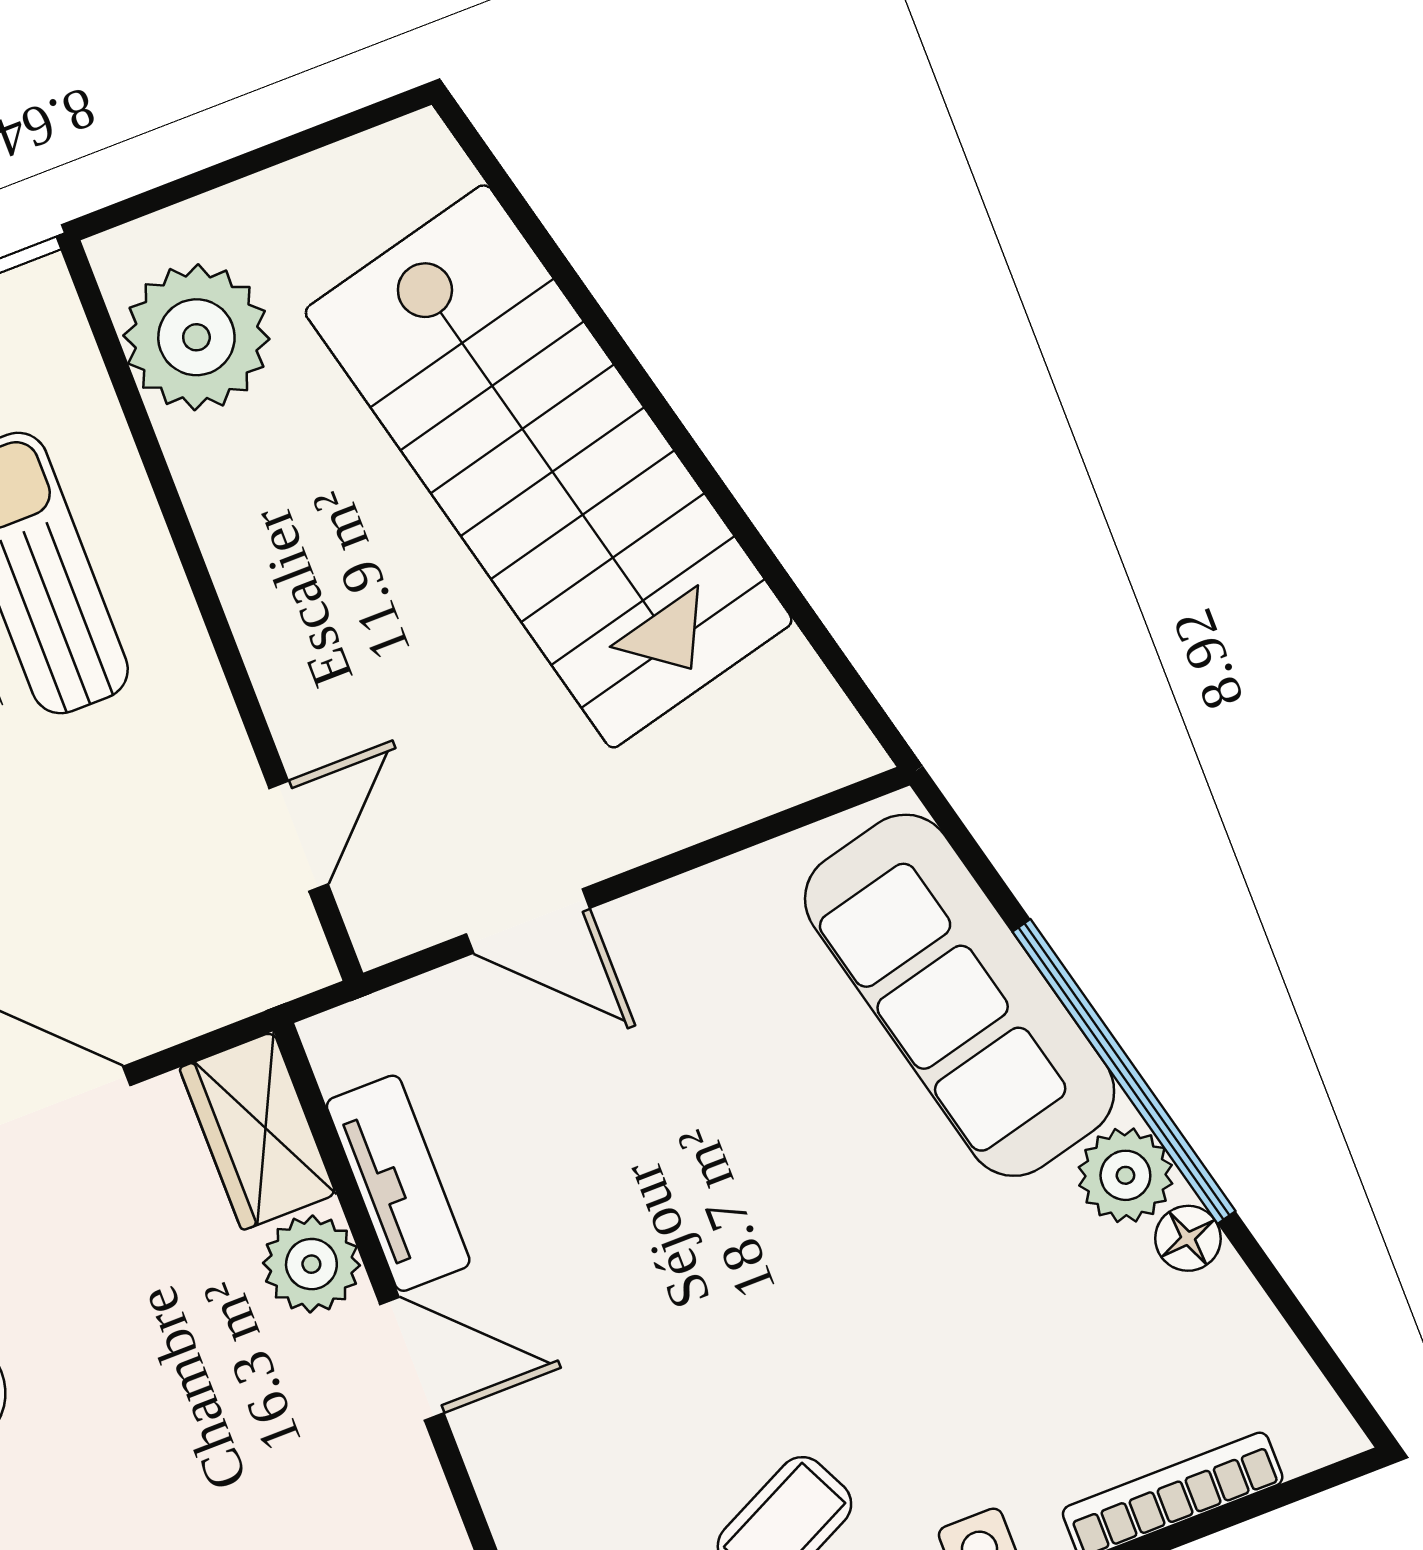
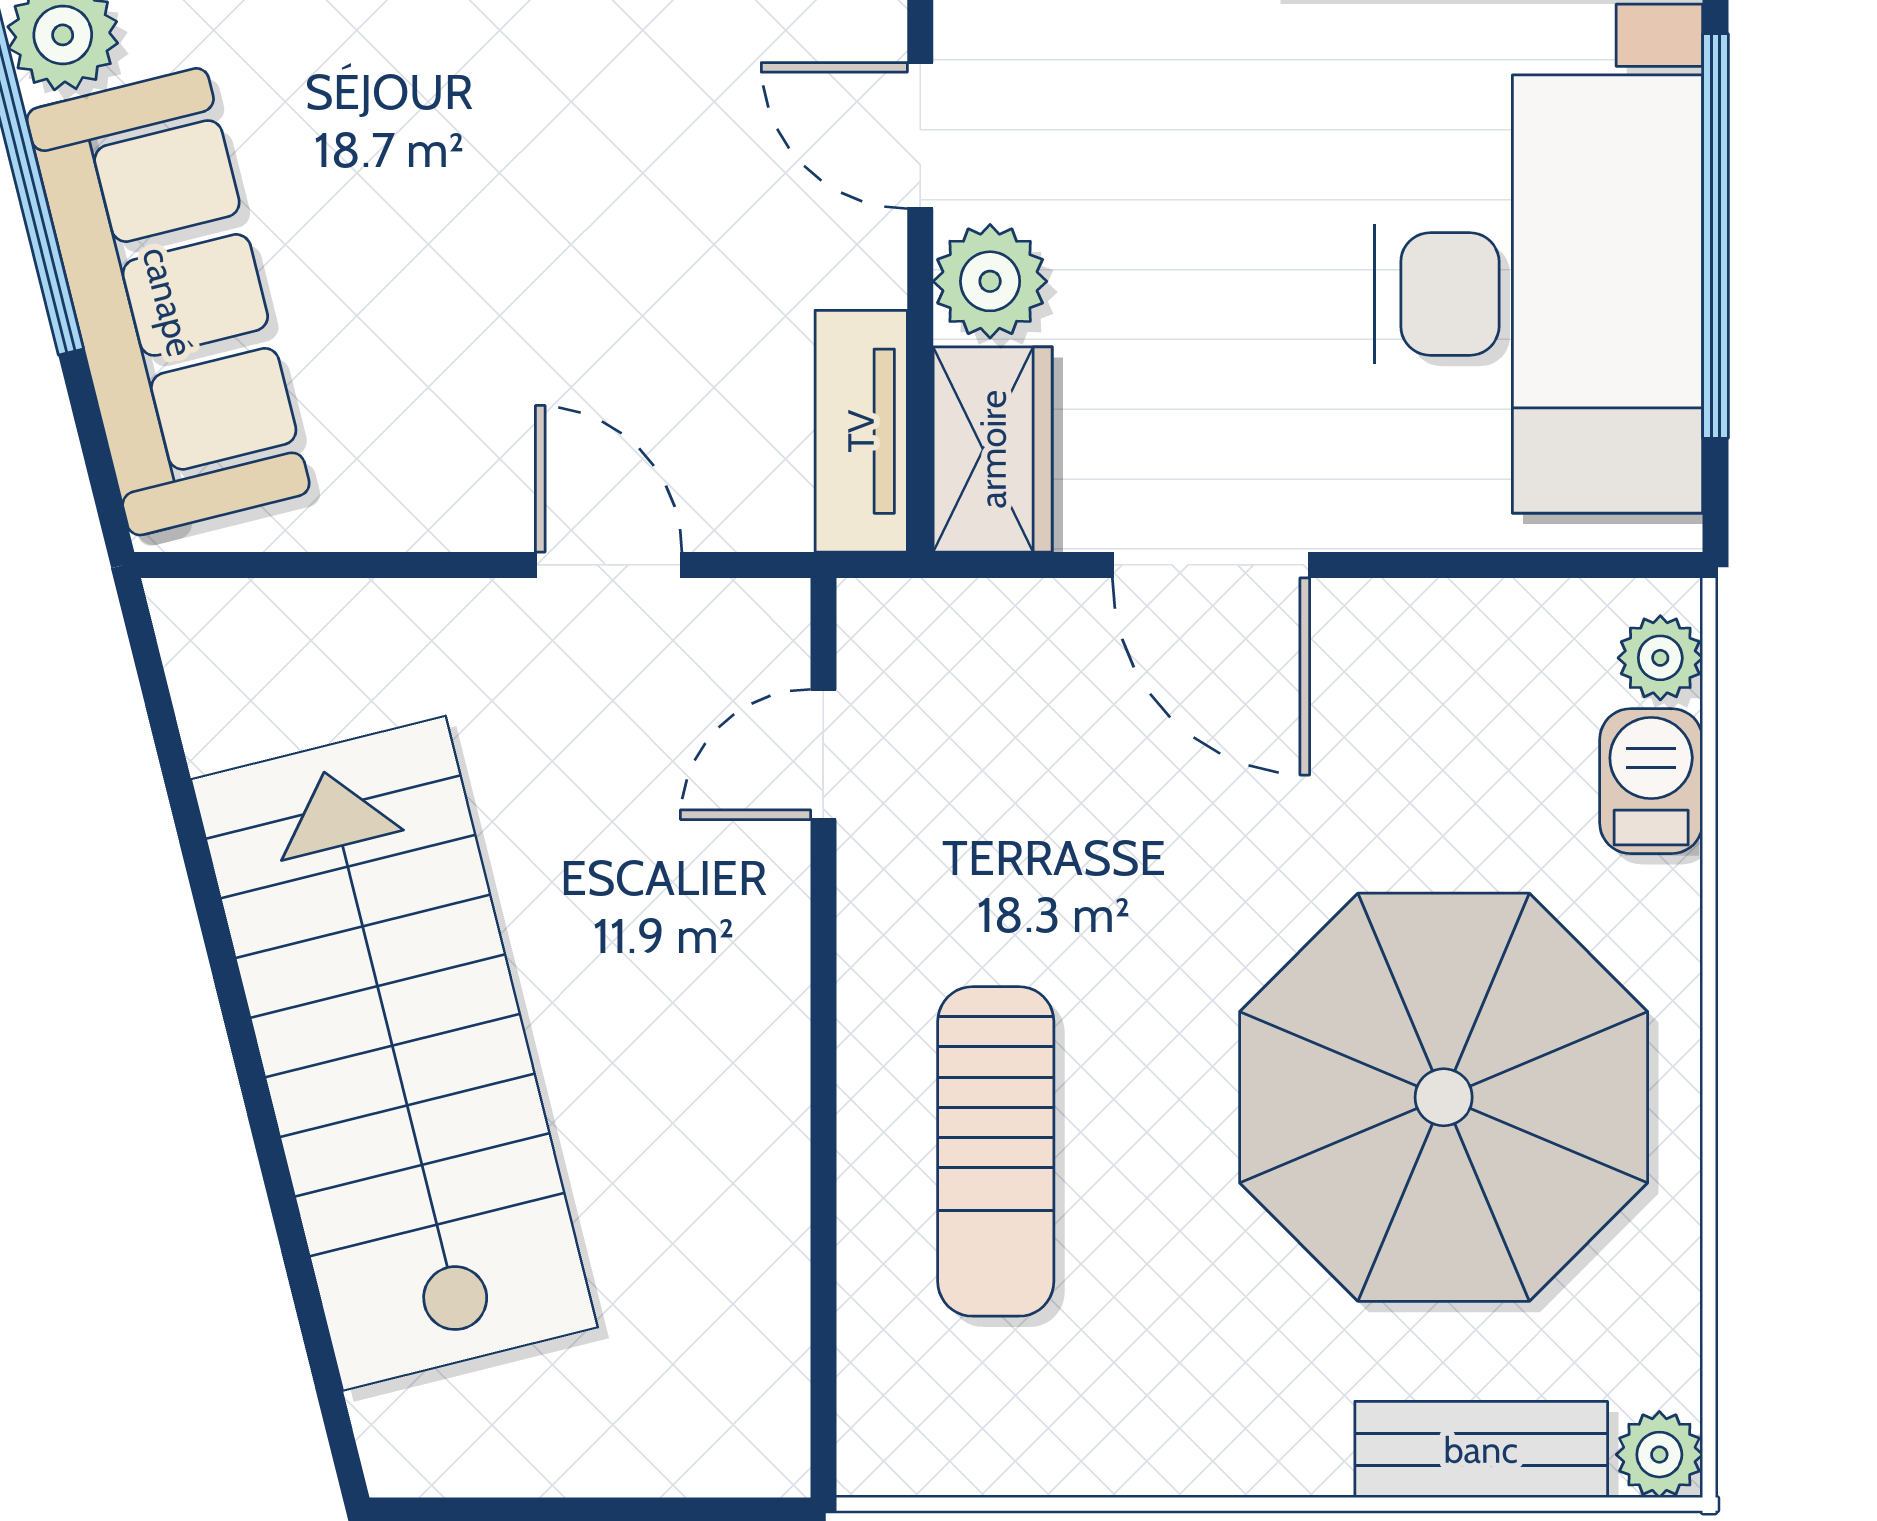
plant: (196, 337) -> (725, 1343), removed
tv unit: (398, 1183) -> (861, 431), moved

